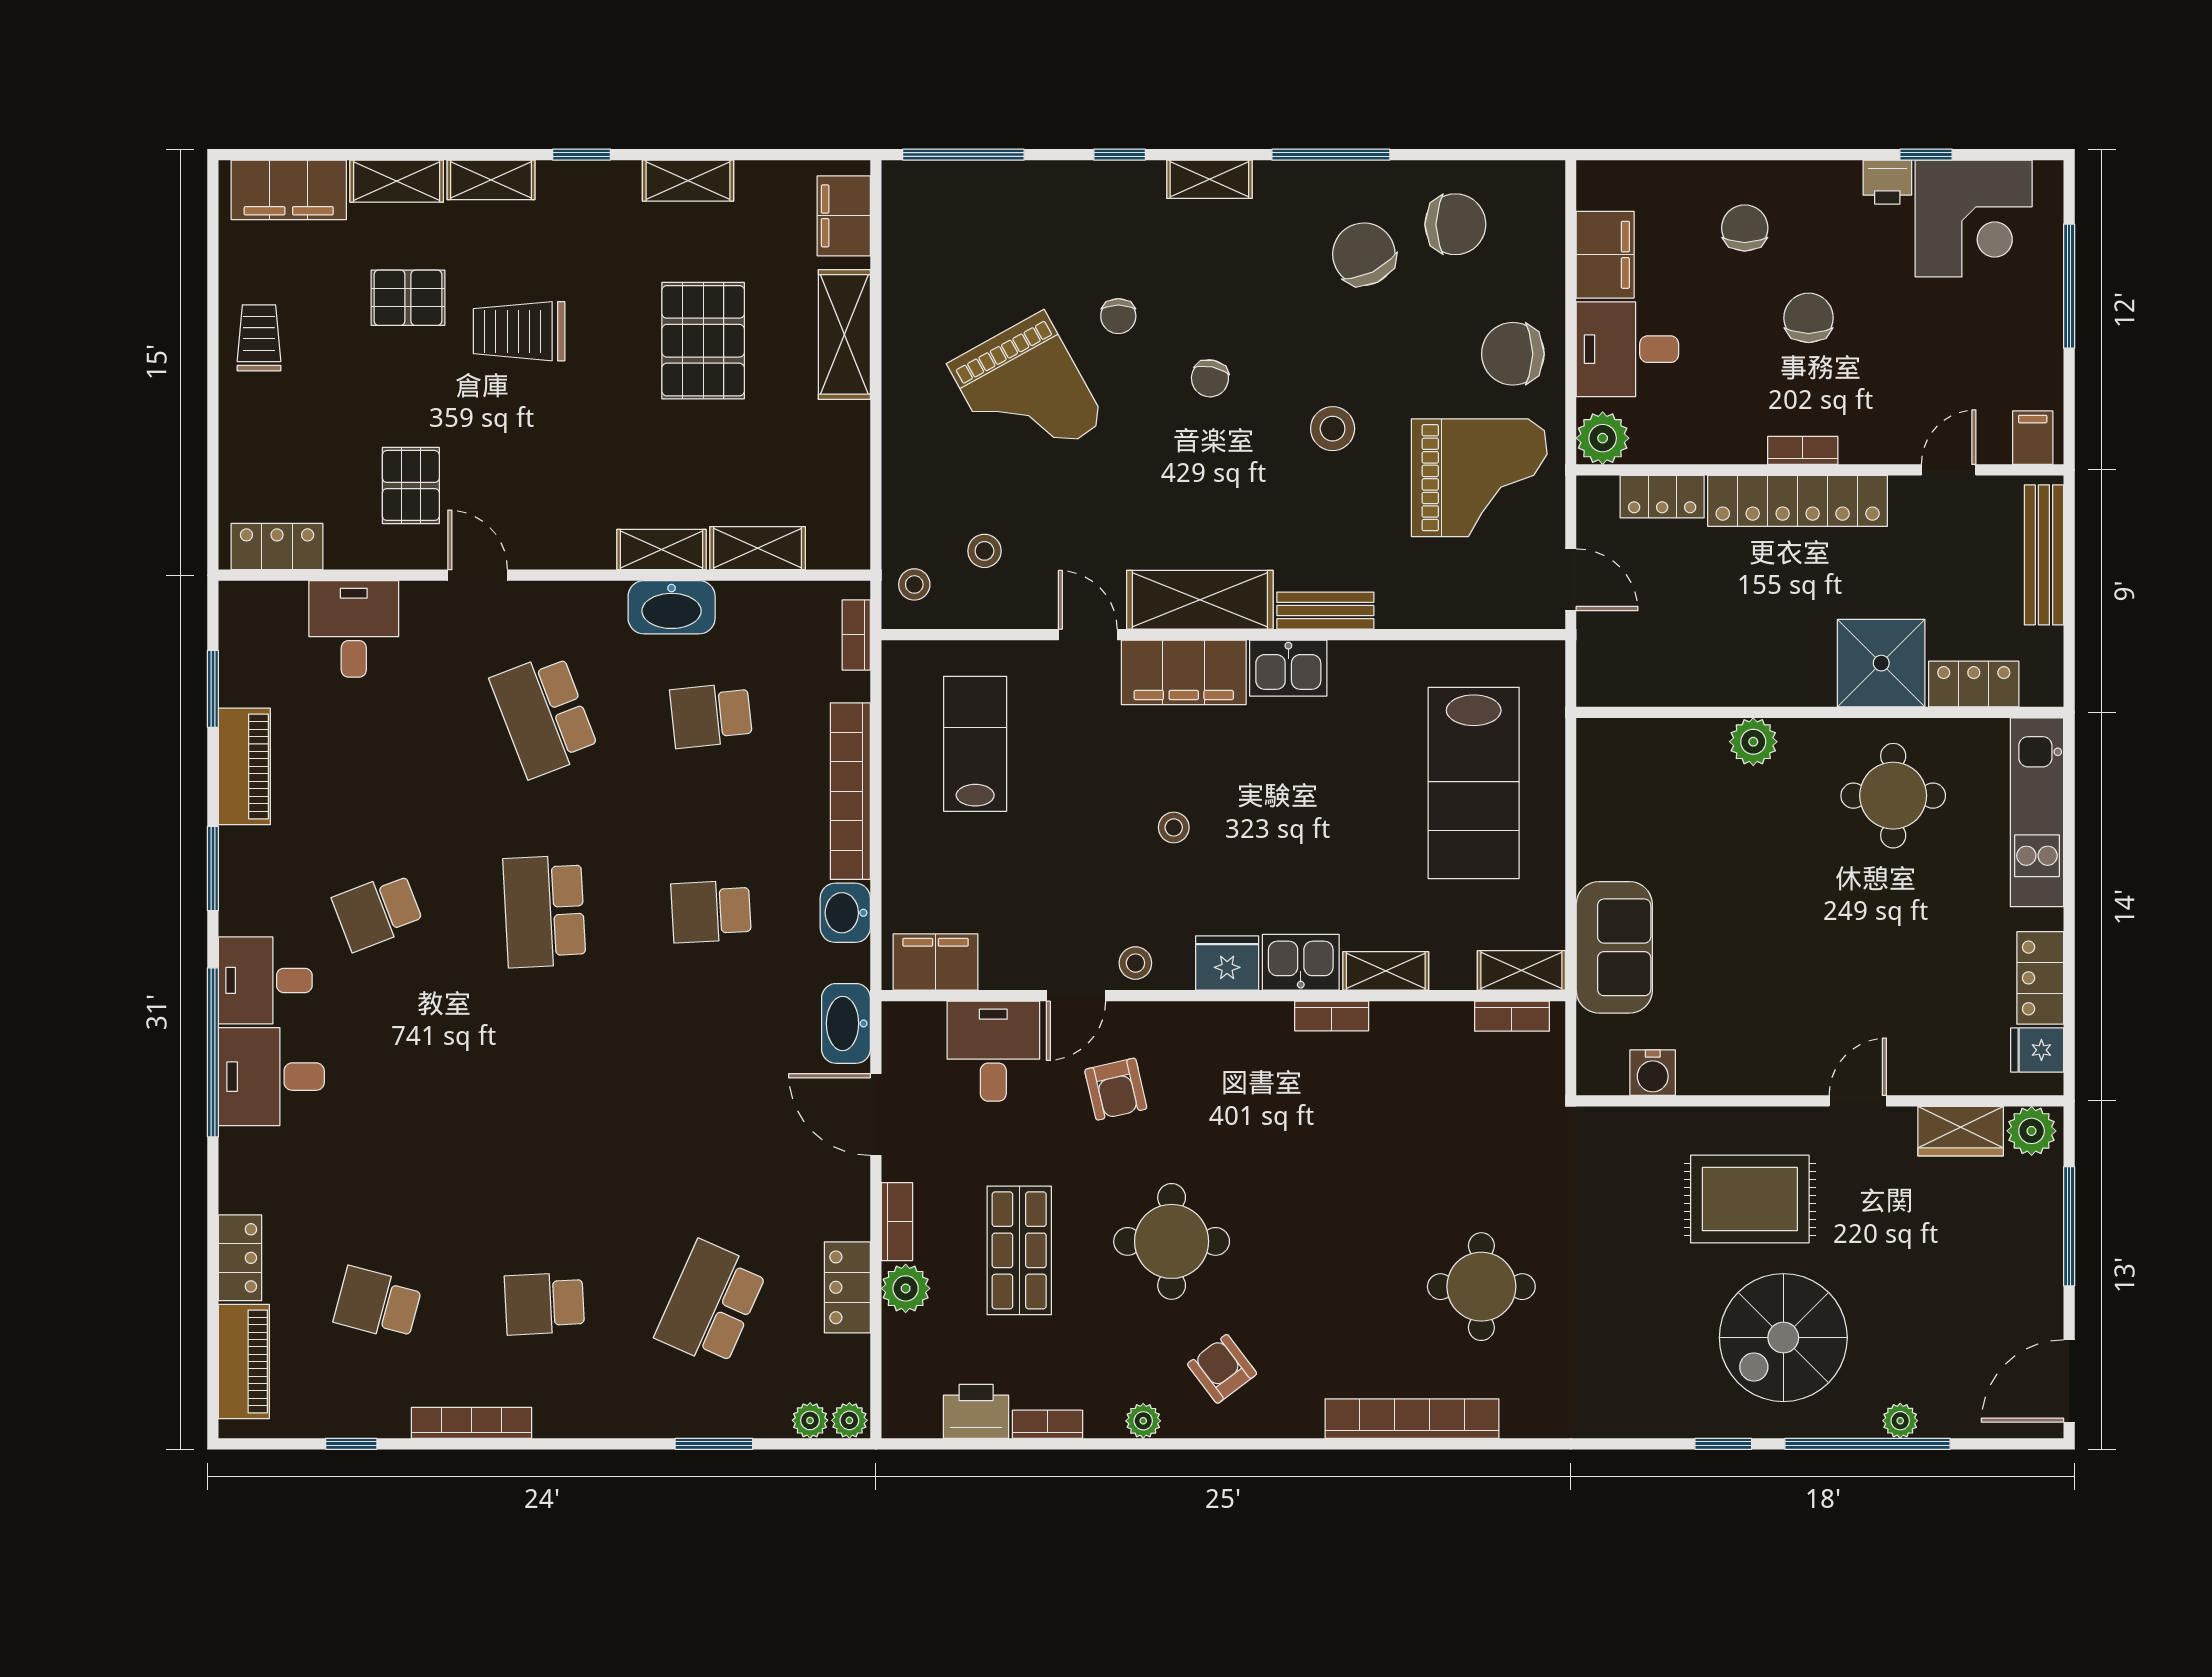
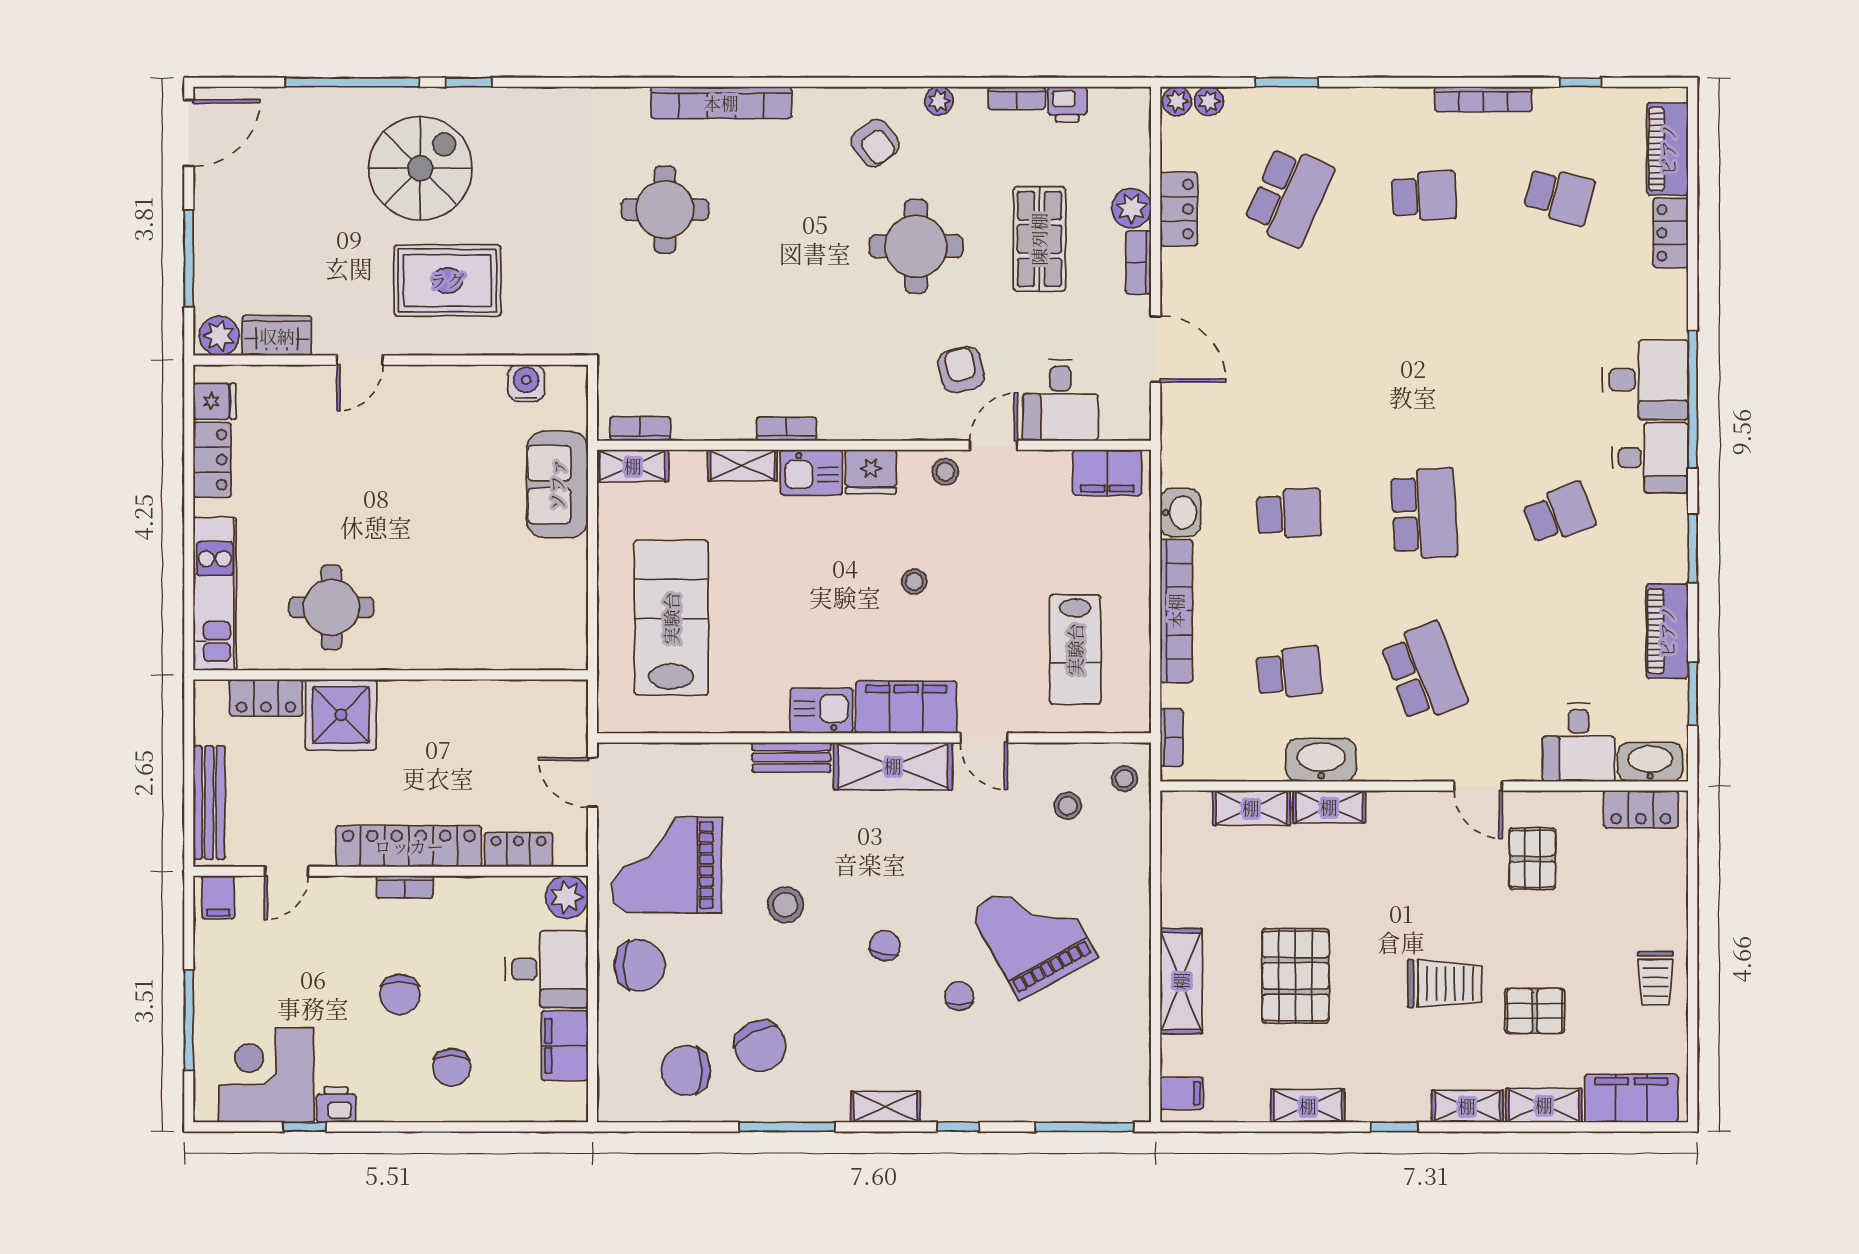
filing cabinet: (844, 216) -> (1182, 1093), width x0.50
plant: (1753, 742) -> (445, 651), removed
washbasin: (846, 1023) -> (1650, 762), moved, turned -90
printer: (976, 1411) -> (1067, 104), width x0.73, depth x0.81
plant: (1900, 1421) -> (326, 101), removed

